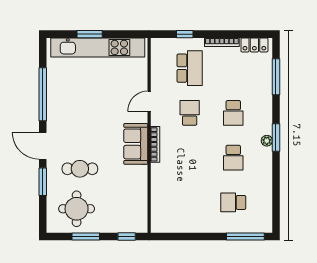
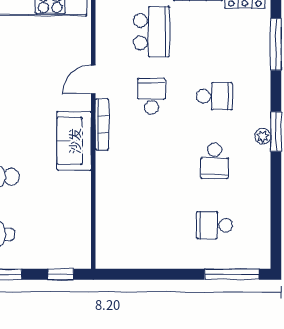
school desk: (233, 113) -> (214, 96), turned -90
bookcase: (155, 144) -> (102, 124), moved

